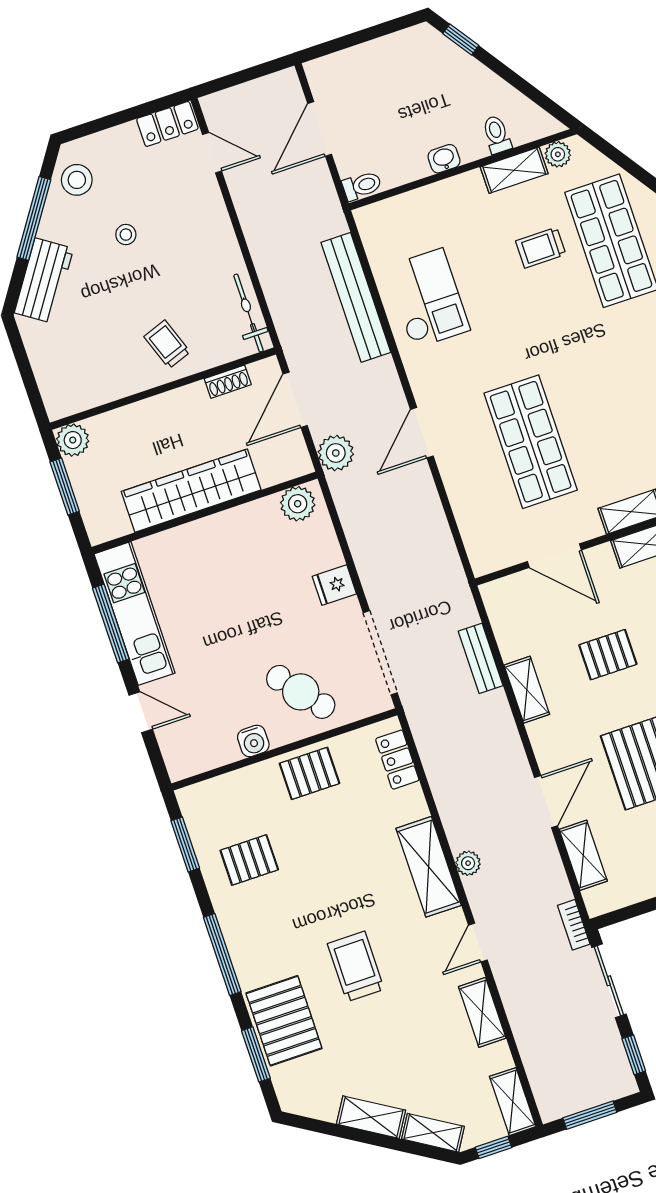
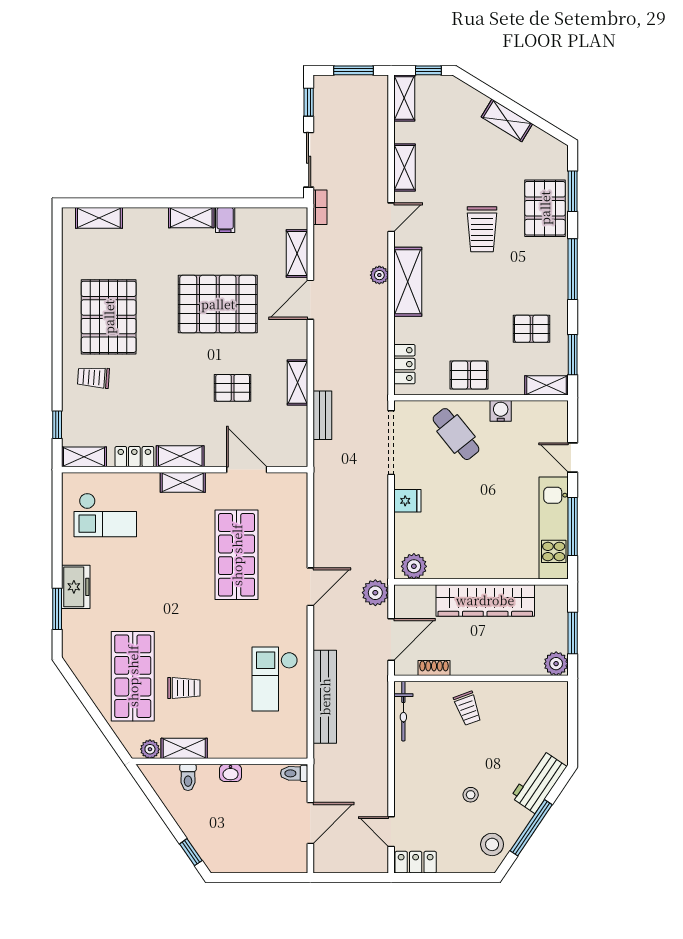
shelving: (433, 1133) -> (547, 385), moved, turned -32

